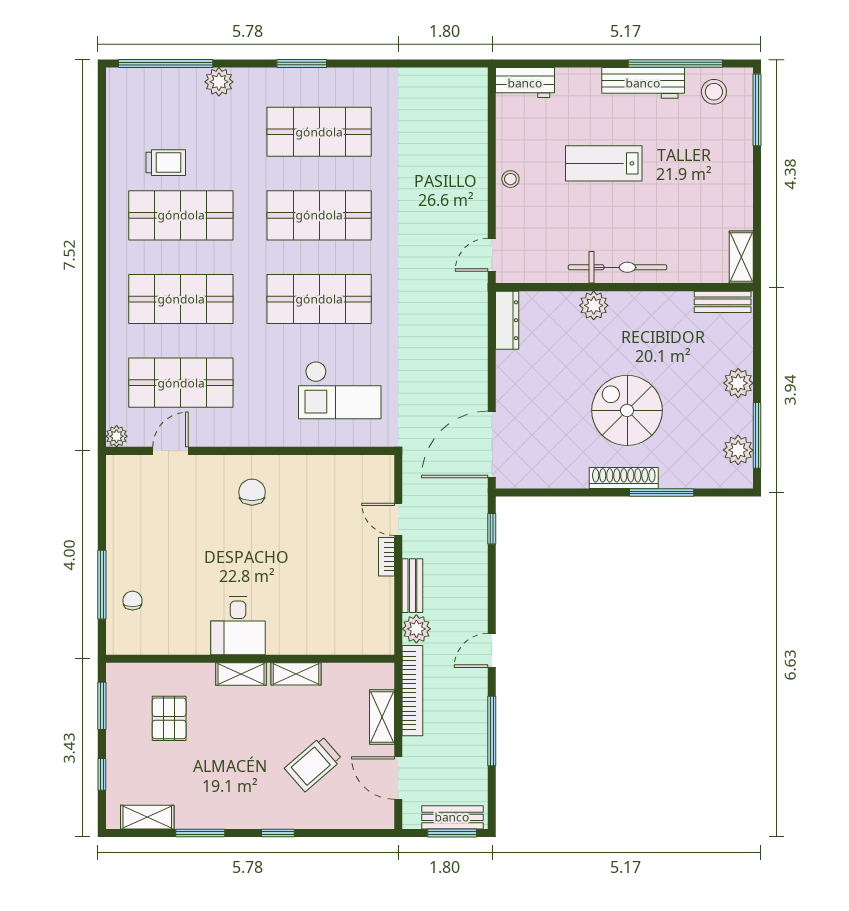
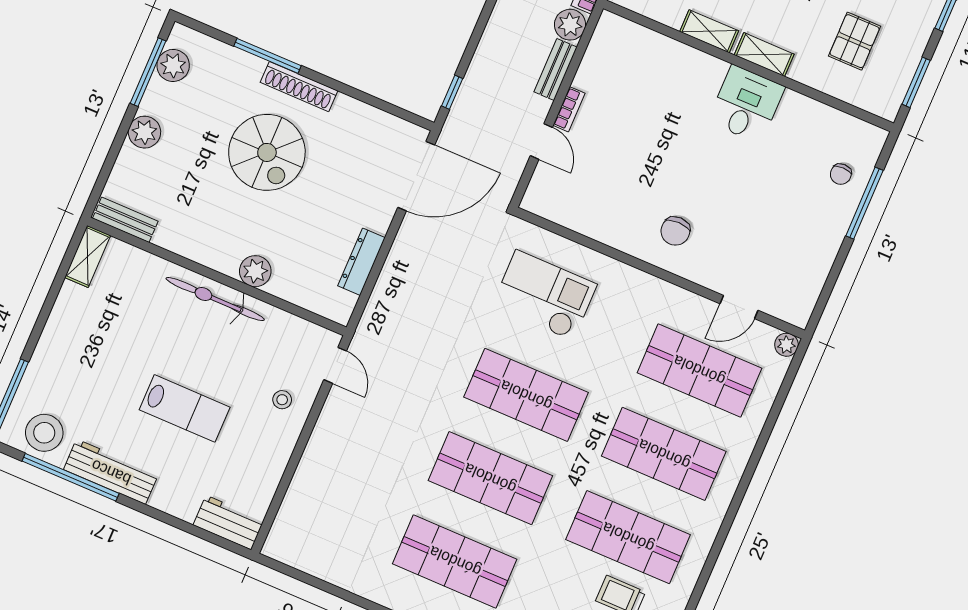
stool: (714, 92) -> (44, 433), width x1.38, depth x1.38
stool: (510, 179) -> (282, 400), moved
door: (492, 255) -> (335, 365), hinge flipped
dresser: (507, 320) -> (361, 262), moved

